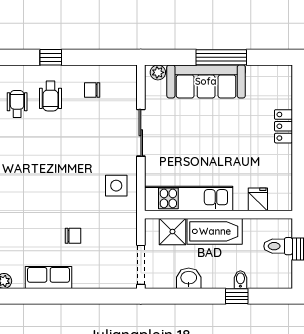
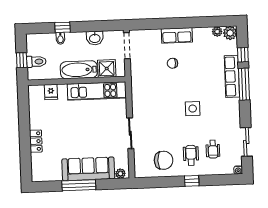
chair: (92, 90) -> (164, 160), width x1.87, depth x1.87
side table: (116, 186) -> (193, 109), moved
row of seats: (48, 277) -> (177, 35), moved

